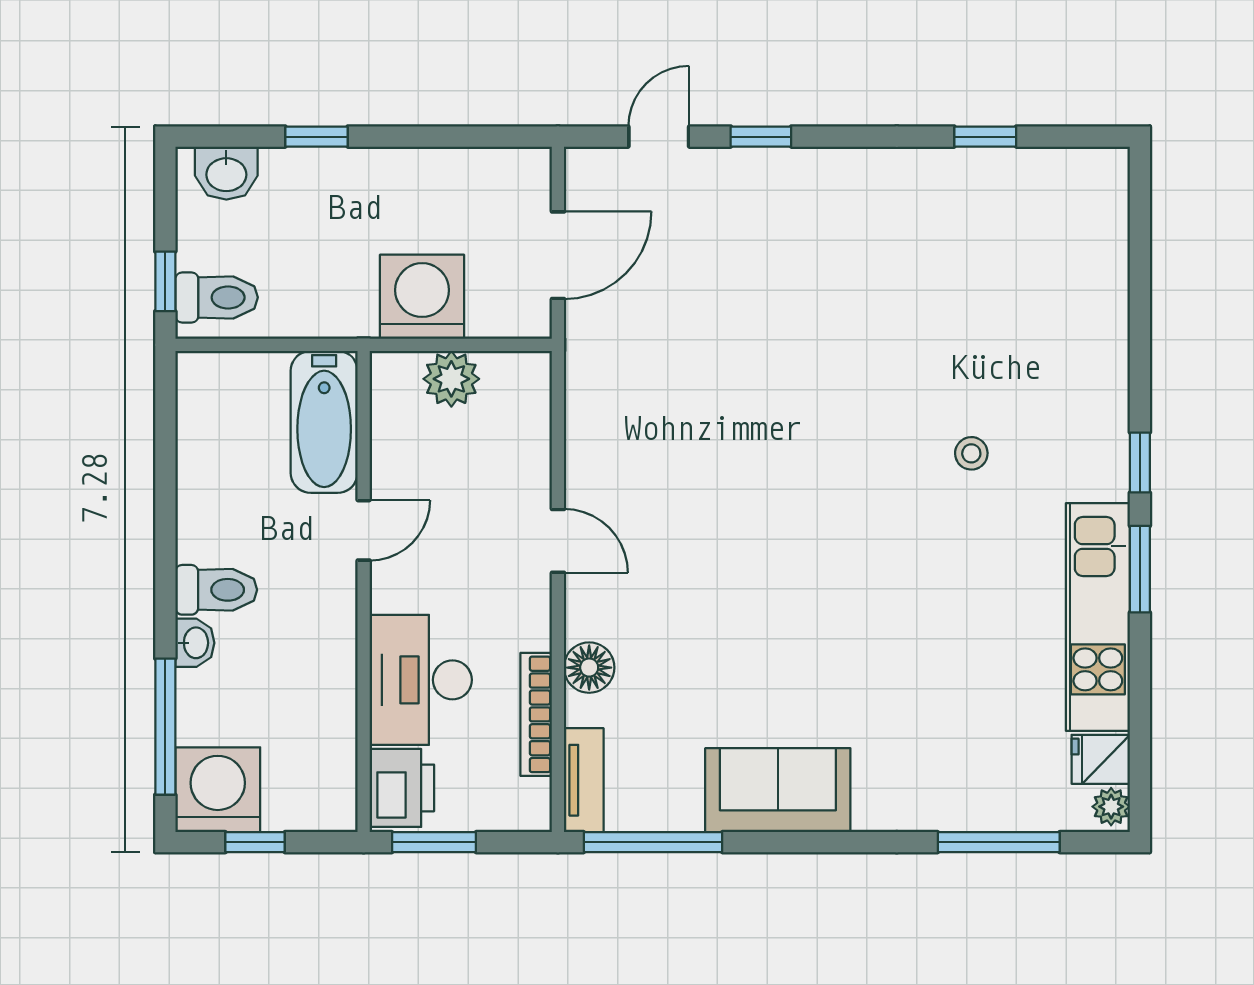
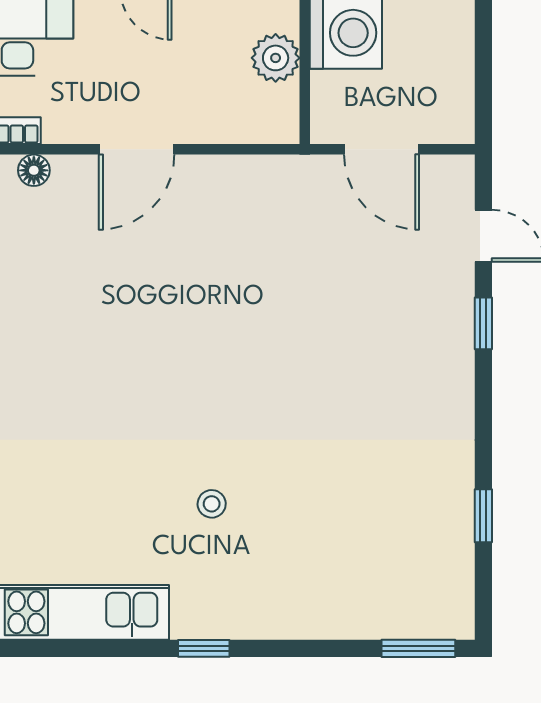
door: (558, 541) -> (137, 149), width x1.38
window: (1140, 569) -> (418, 648), moved
floor lamp: (589, 668) -> (34, 170), width x0.73, depth x0.73

